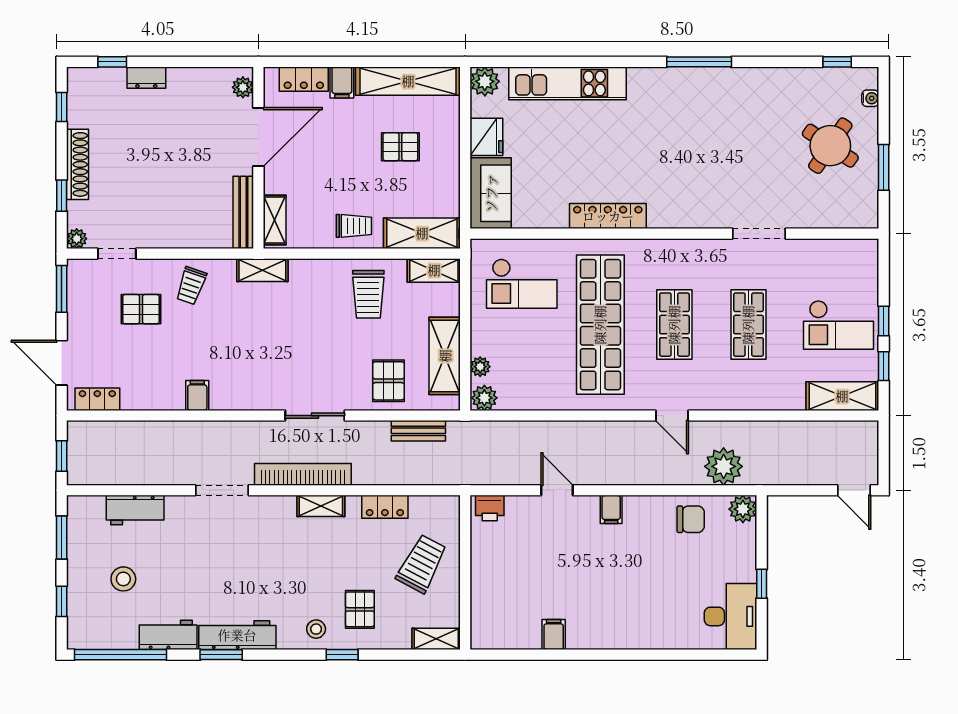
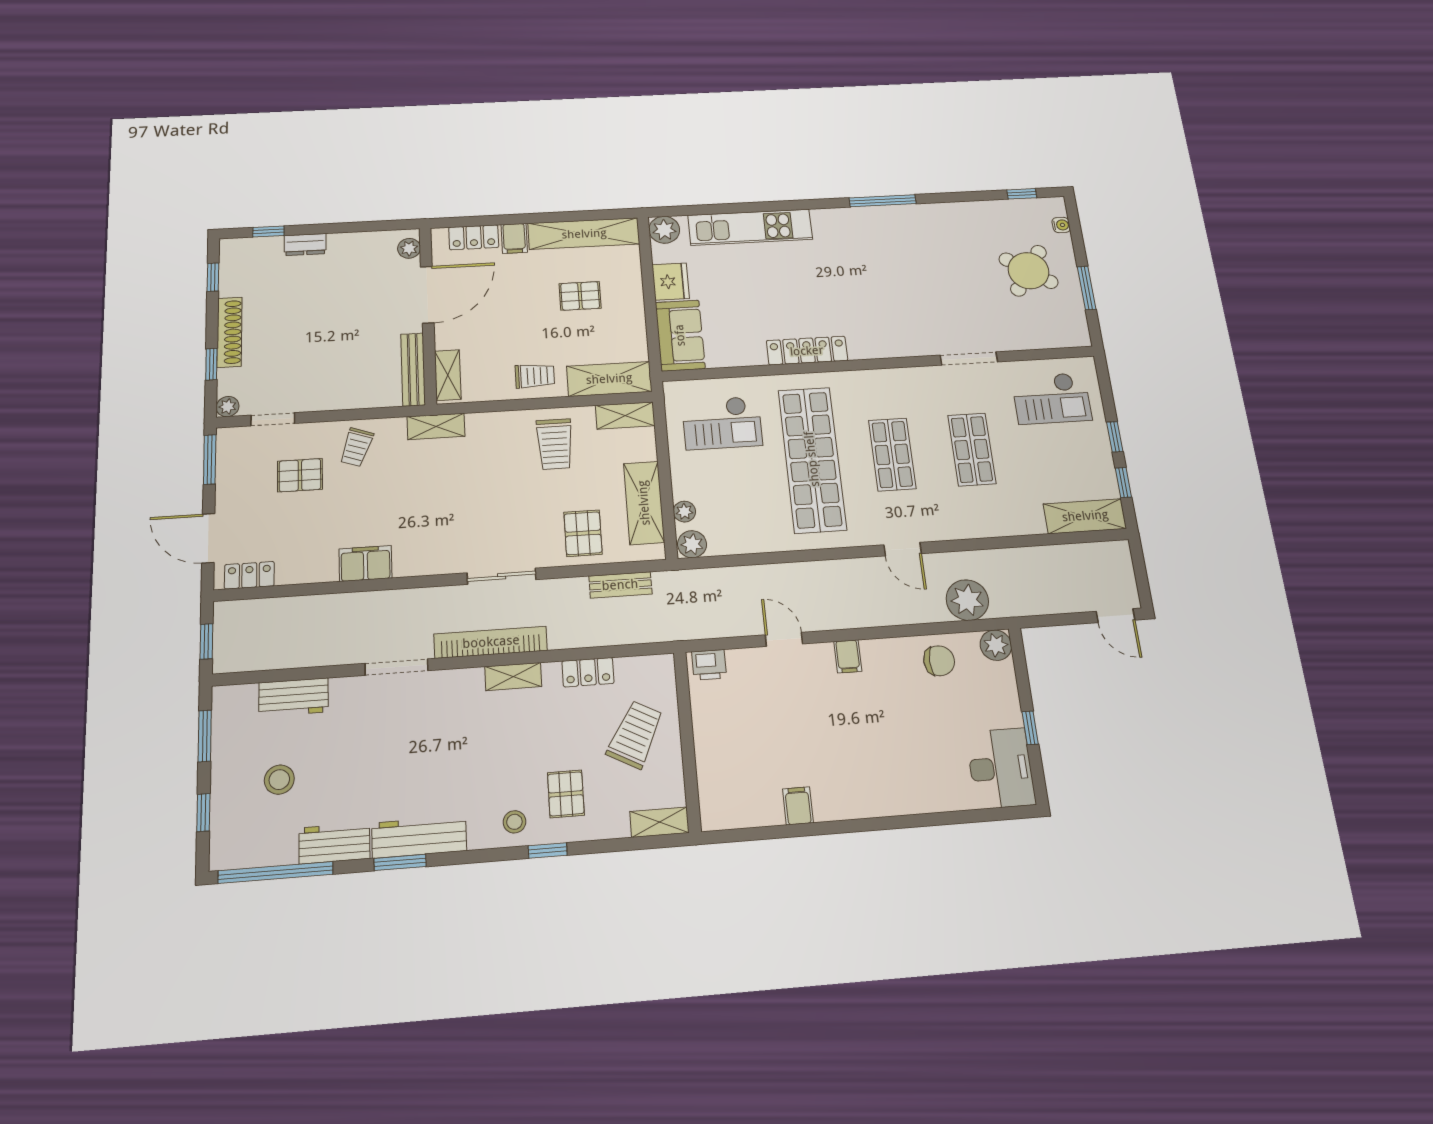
checkout: (839, 325) -> (1052, 398), moved
filing cabinet: (197, 395) -> (365, 563), width x2.00

